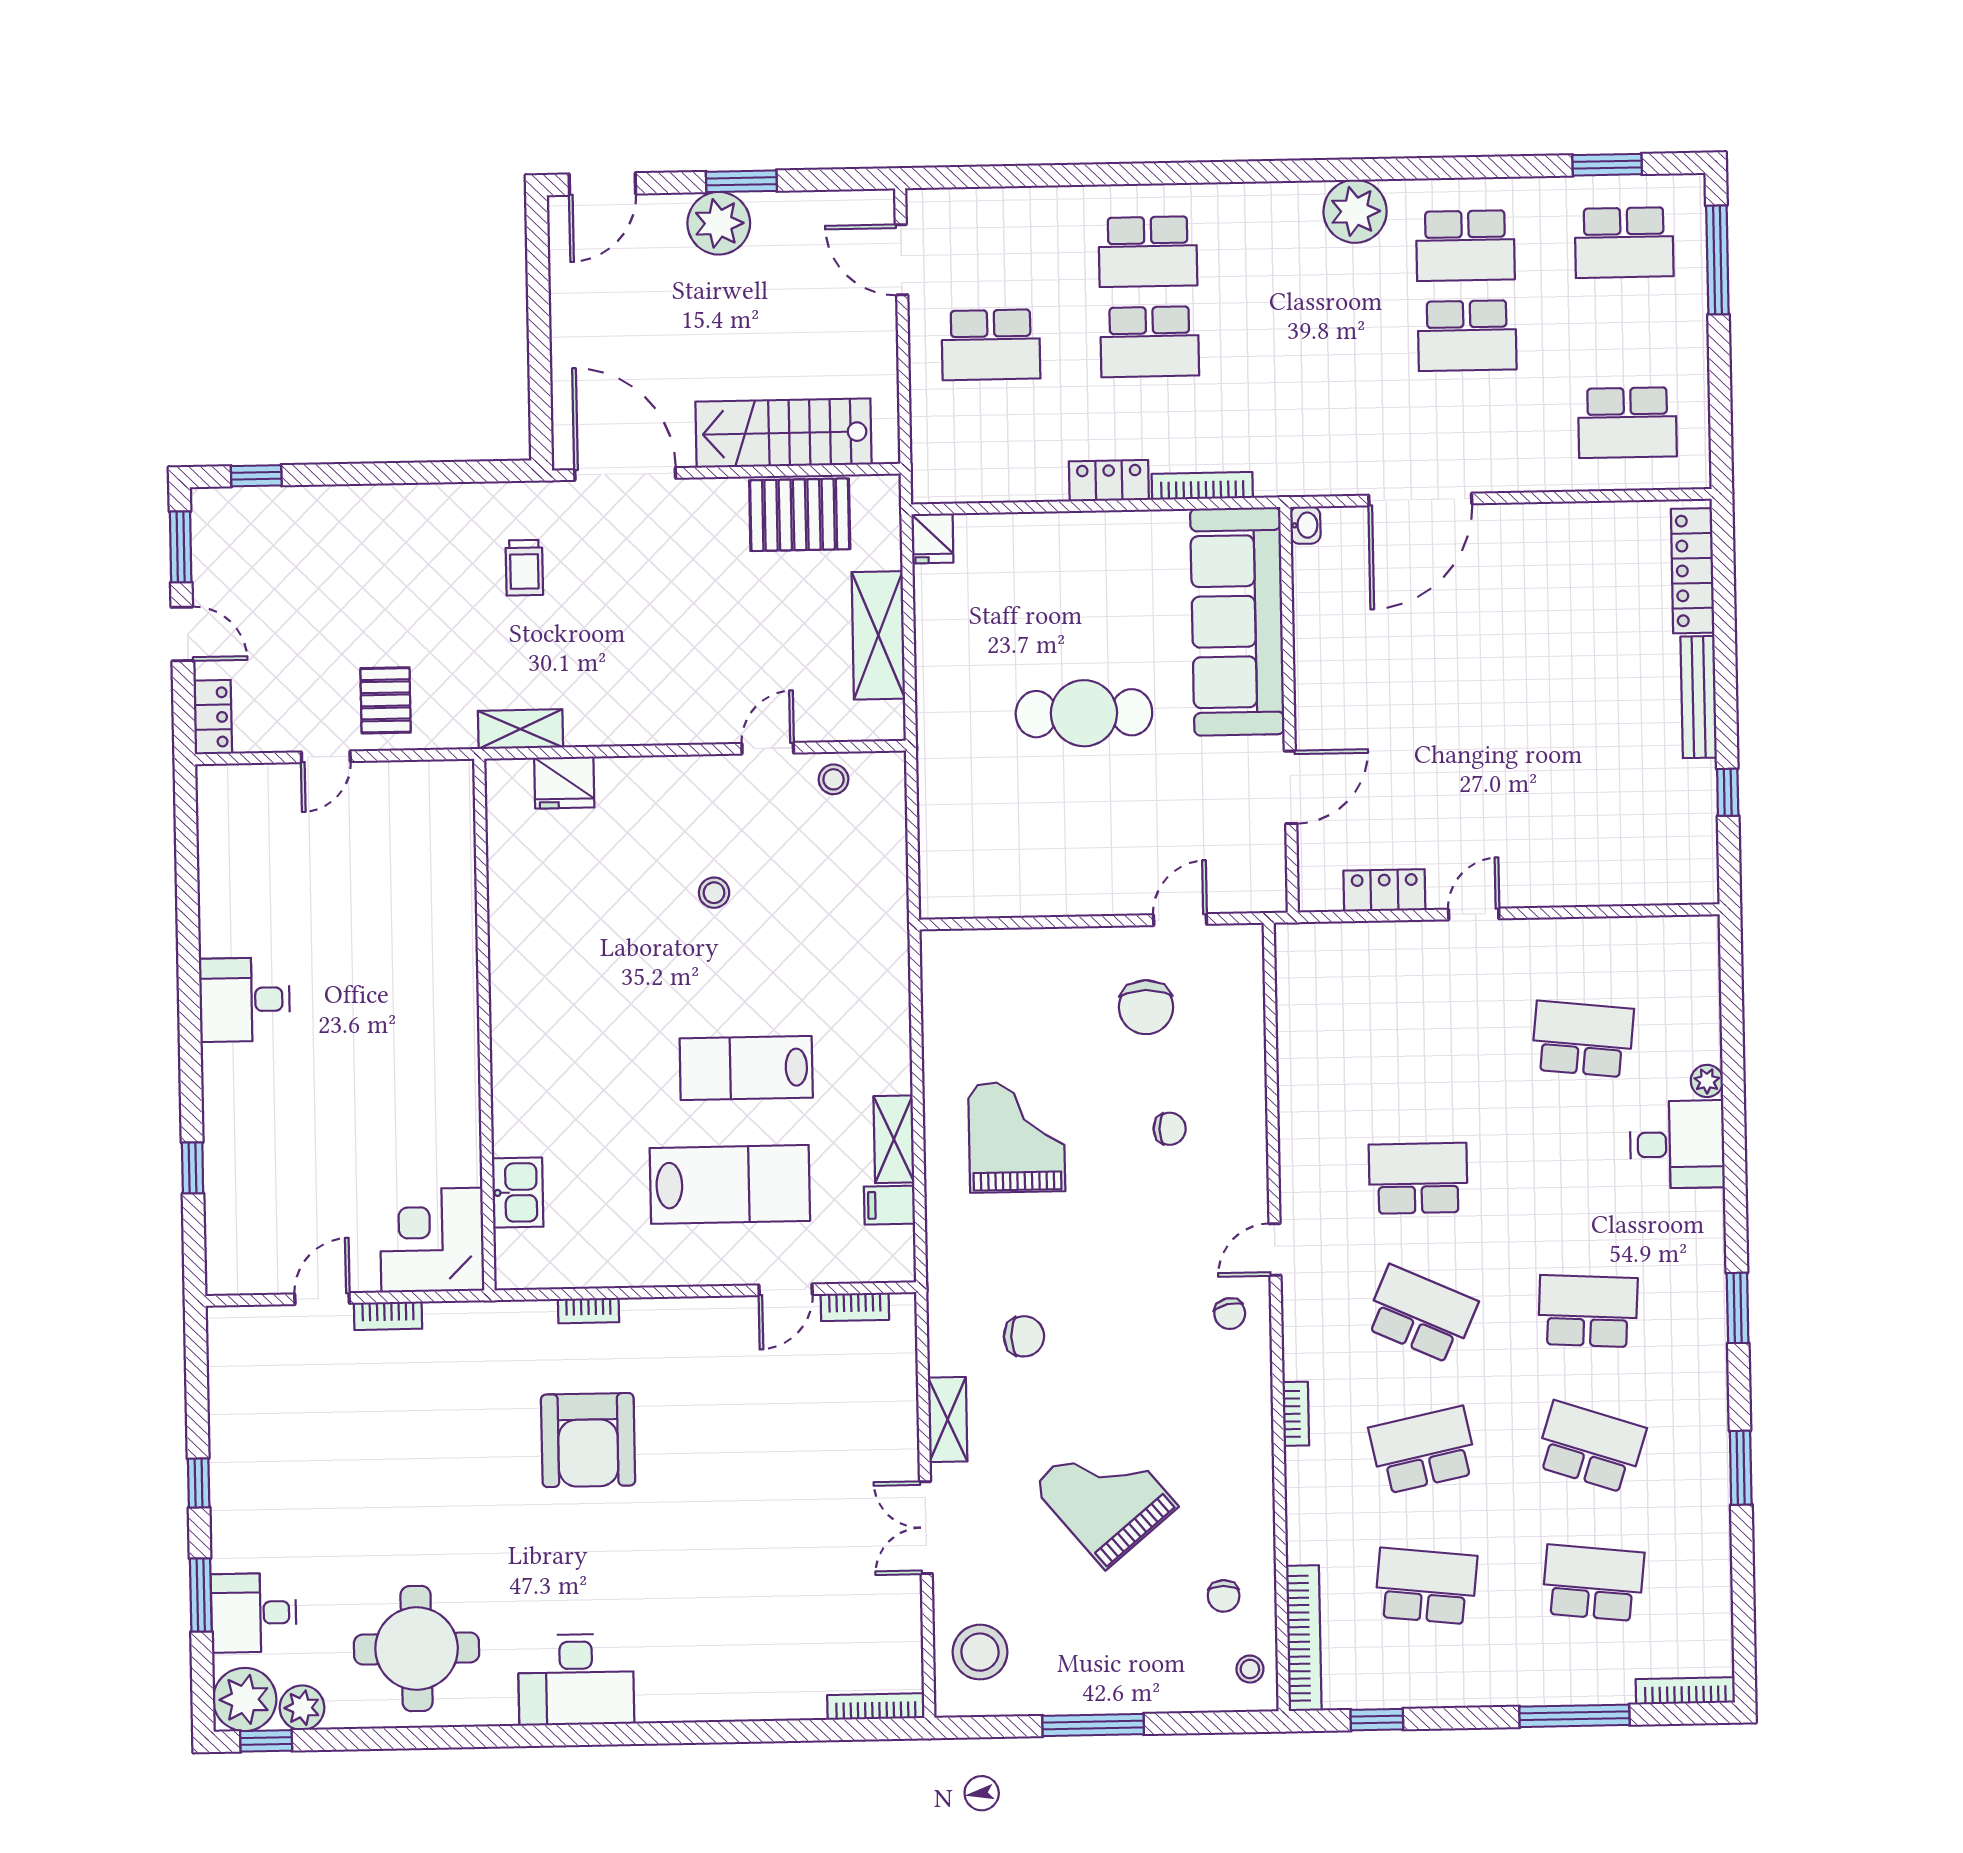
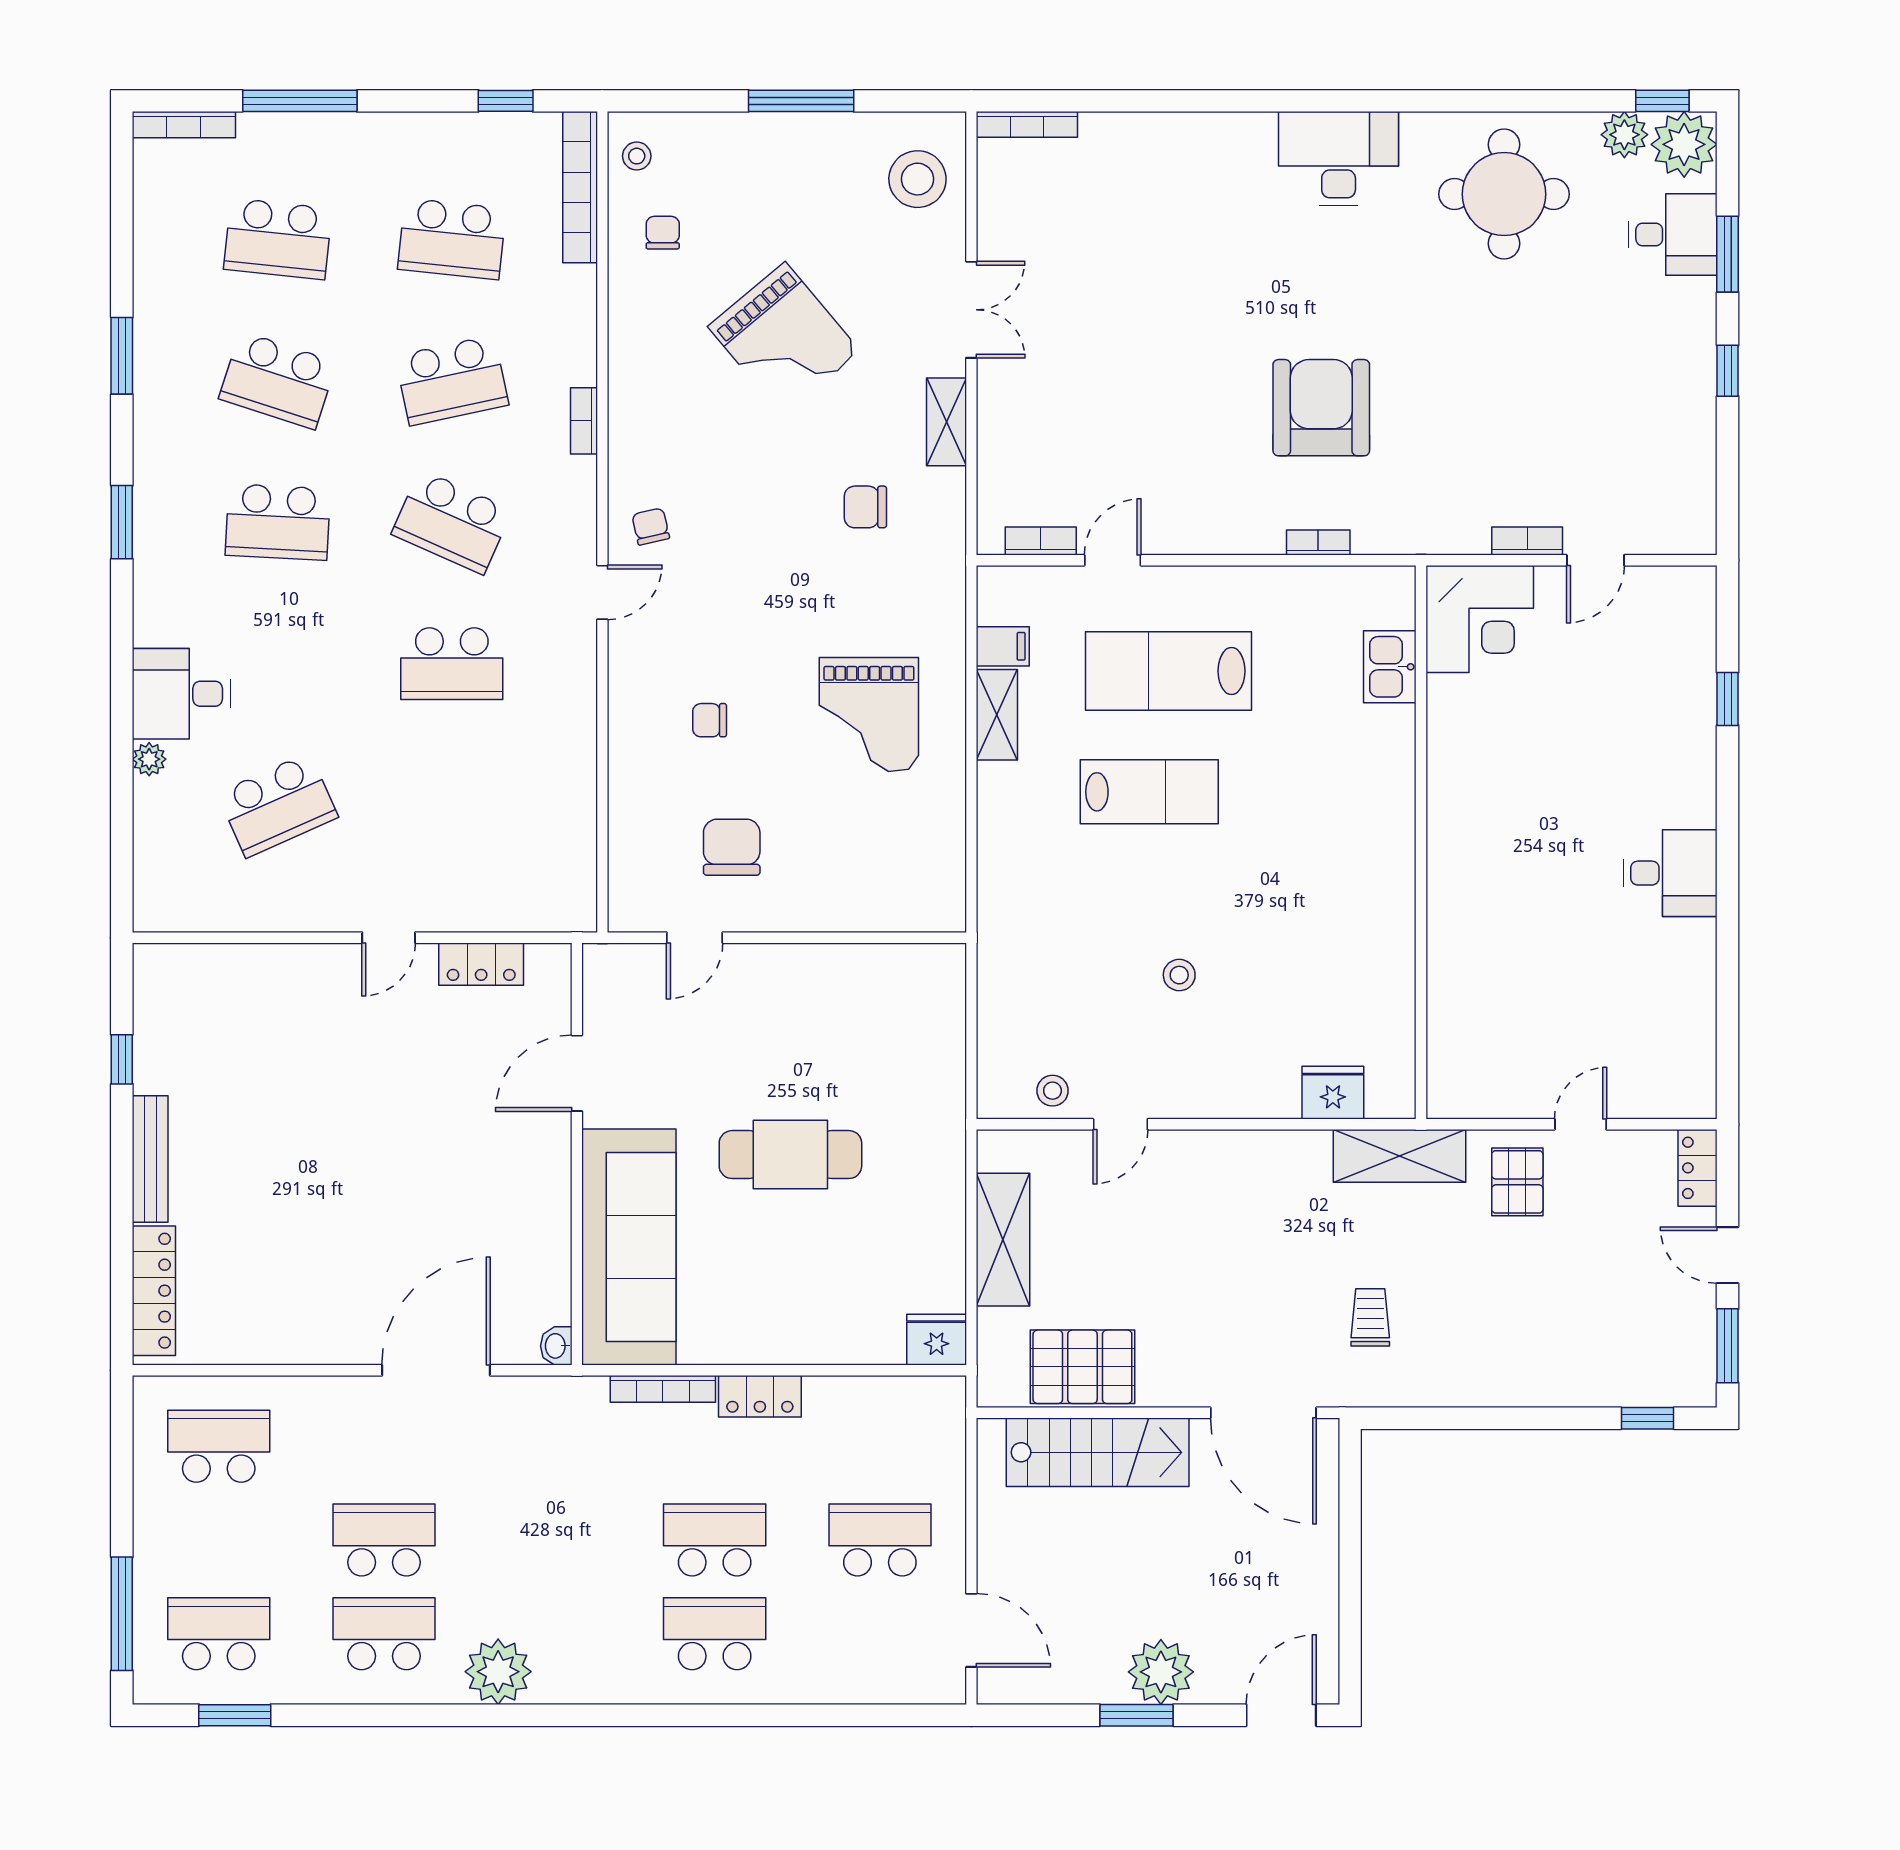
fridge: (932, 538) -> (937, 1340), width x1.38
shelving: (520, 729) -> (1399, 1156), width x1.50, depth x1.33
school desk: (1583, 1039) -> (278, 805), turned -30

